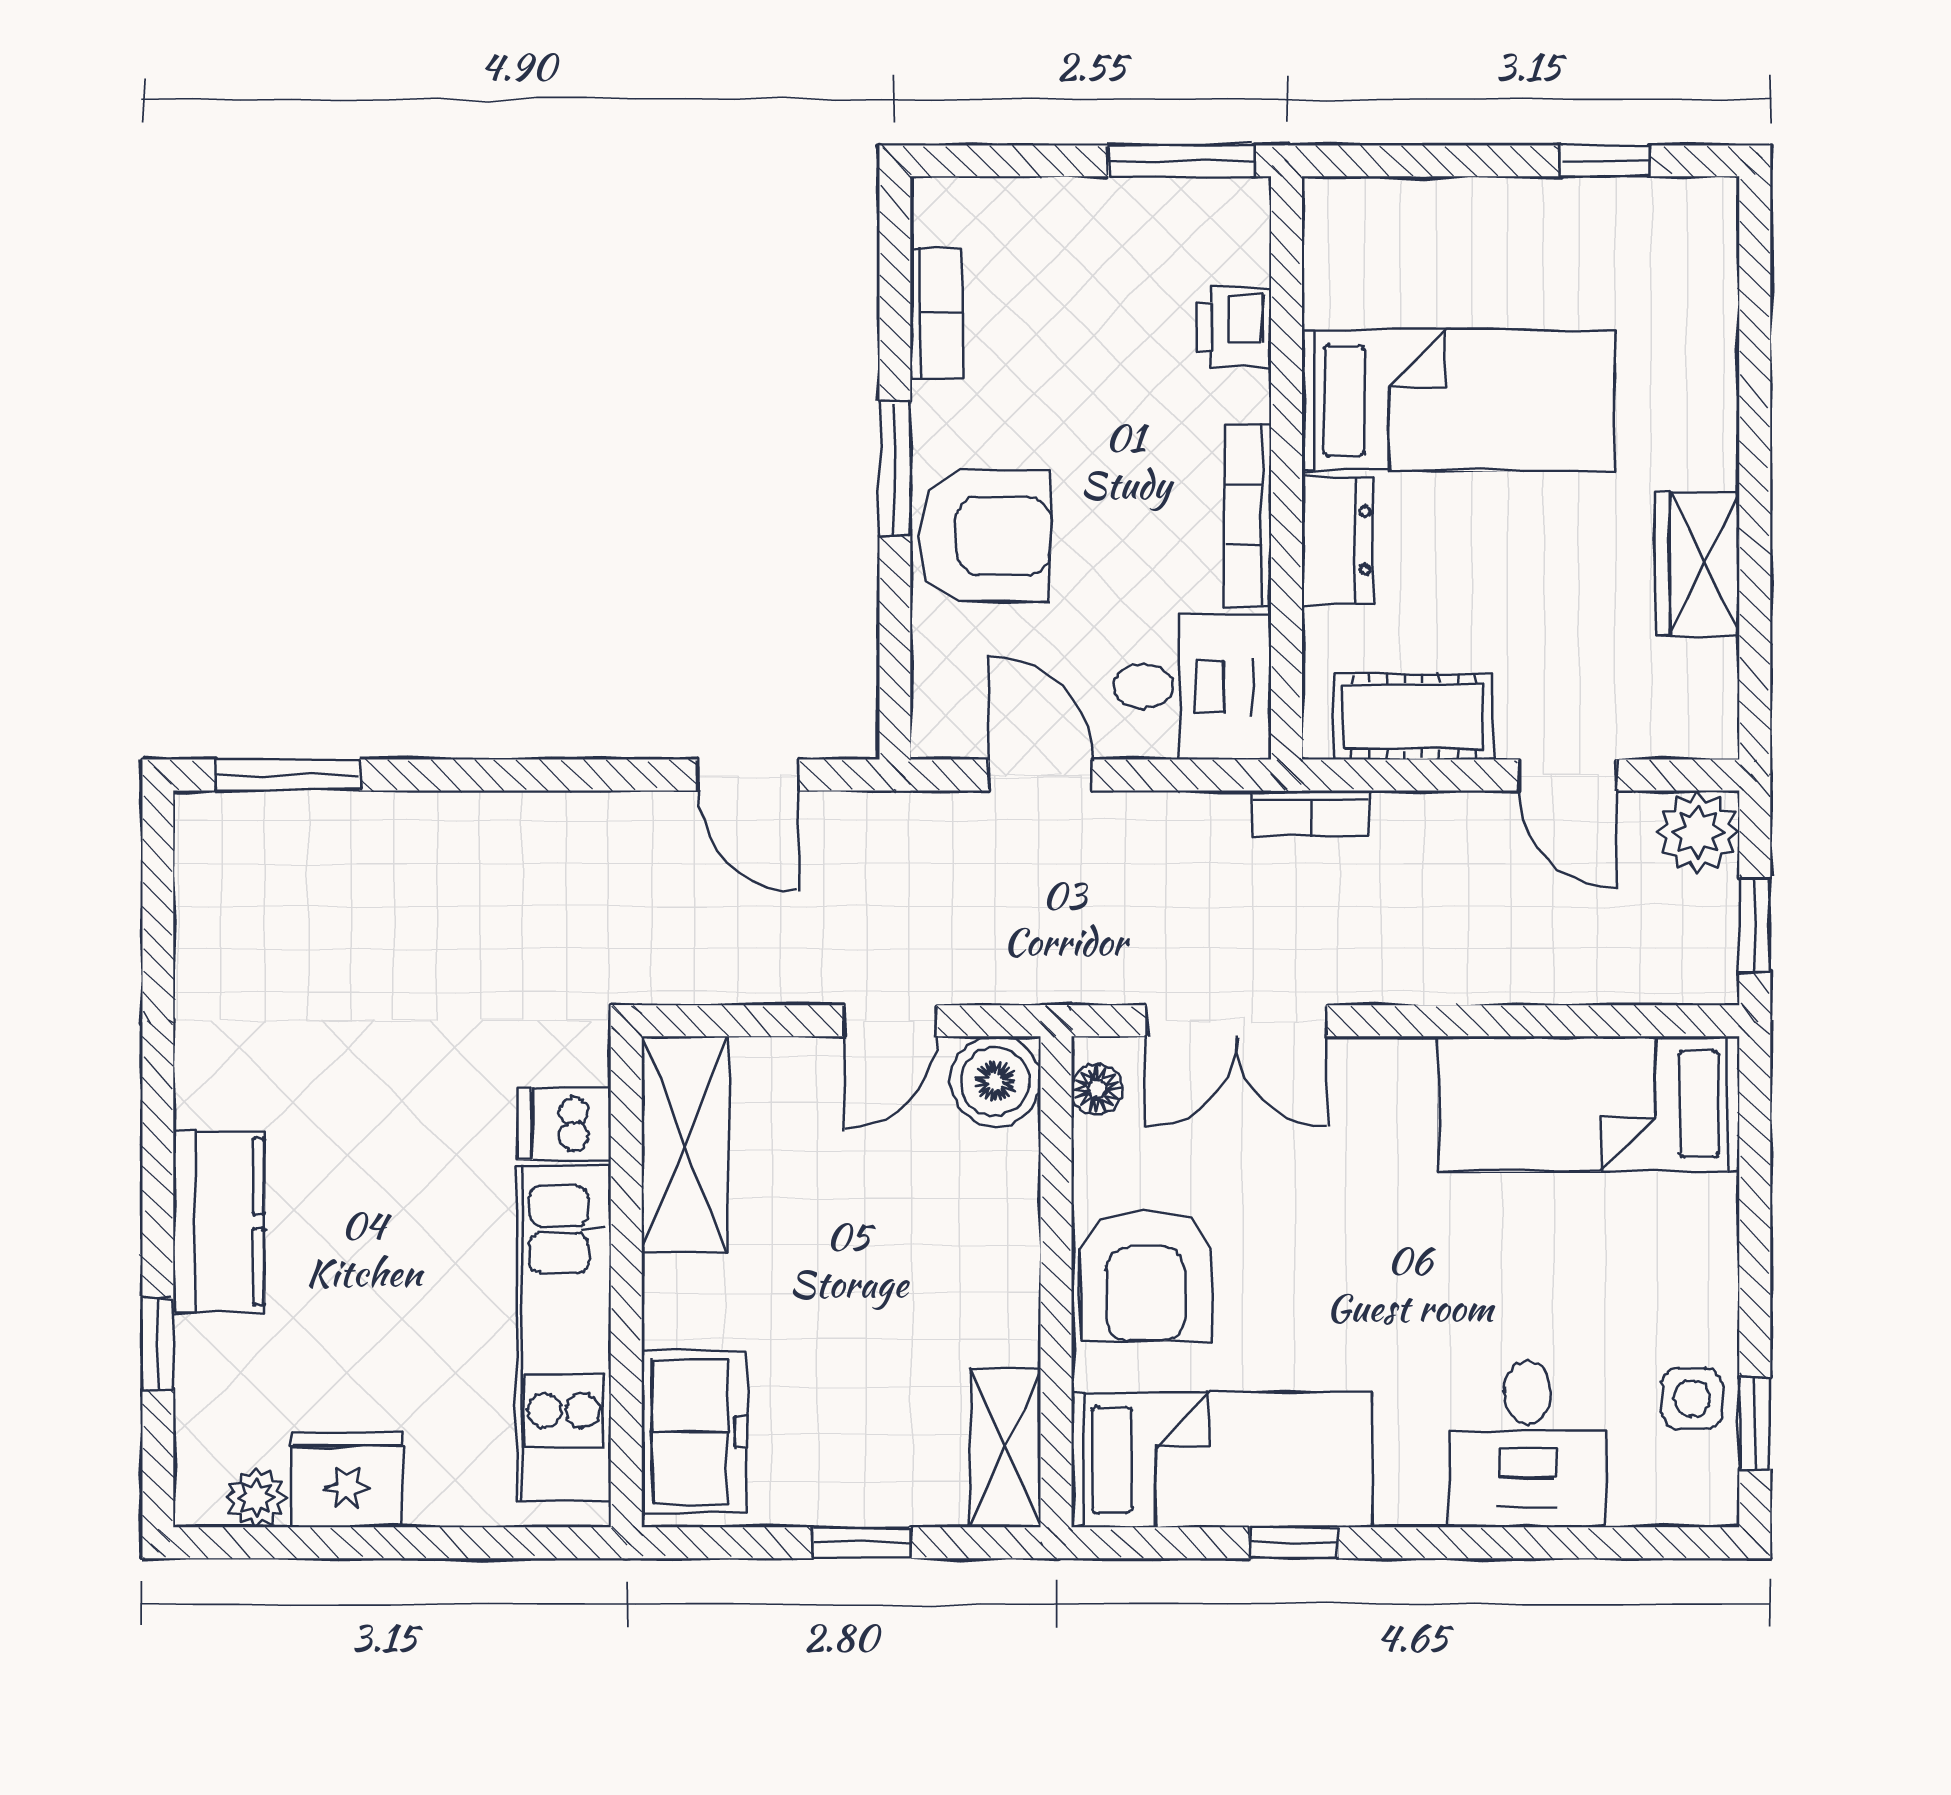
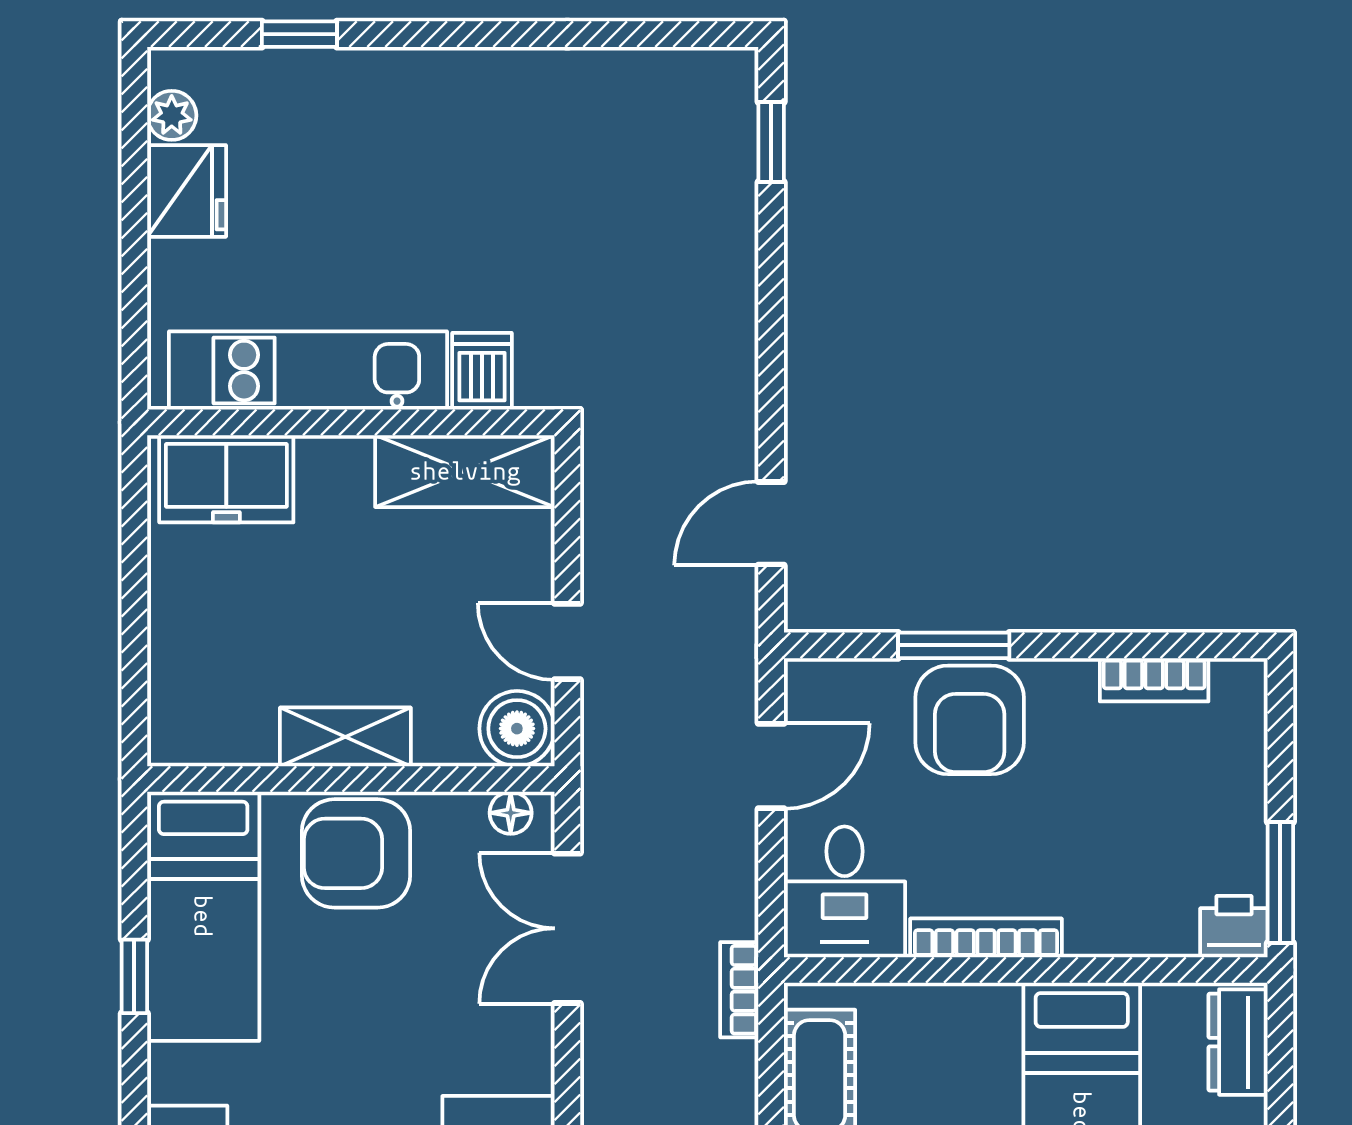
printer: (1234, 327) -> (1234, 927), moved
window: (895, 469) -> (954, 645), moved
dresser: (1338, 541) -> (1238, 1042), moved, turned 90
window: (288, 775) -> (771, 142), width x0.67
kitchen counter: (219, 1222) -> (401, 85), removed
shelving: (1005, 1448) -> (345, 737), moved
window: (862, 1543) -> (134, 618), removed

